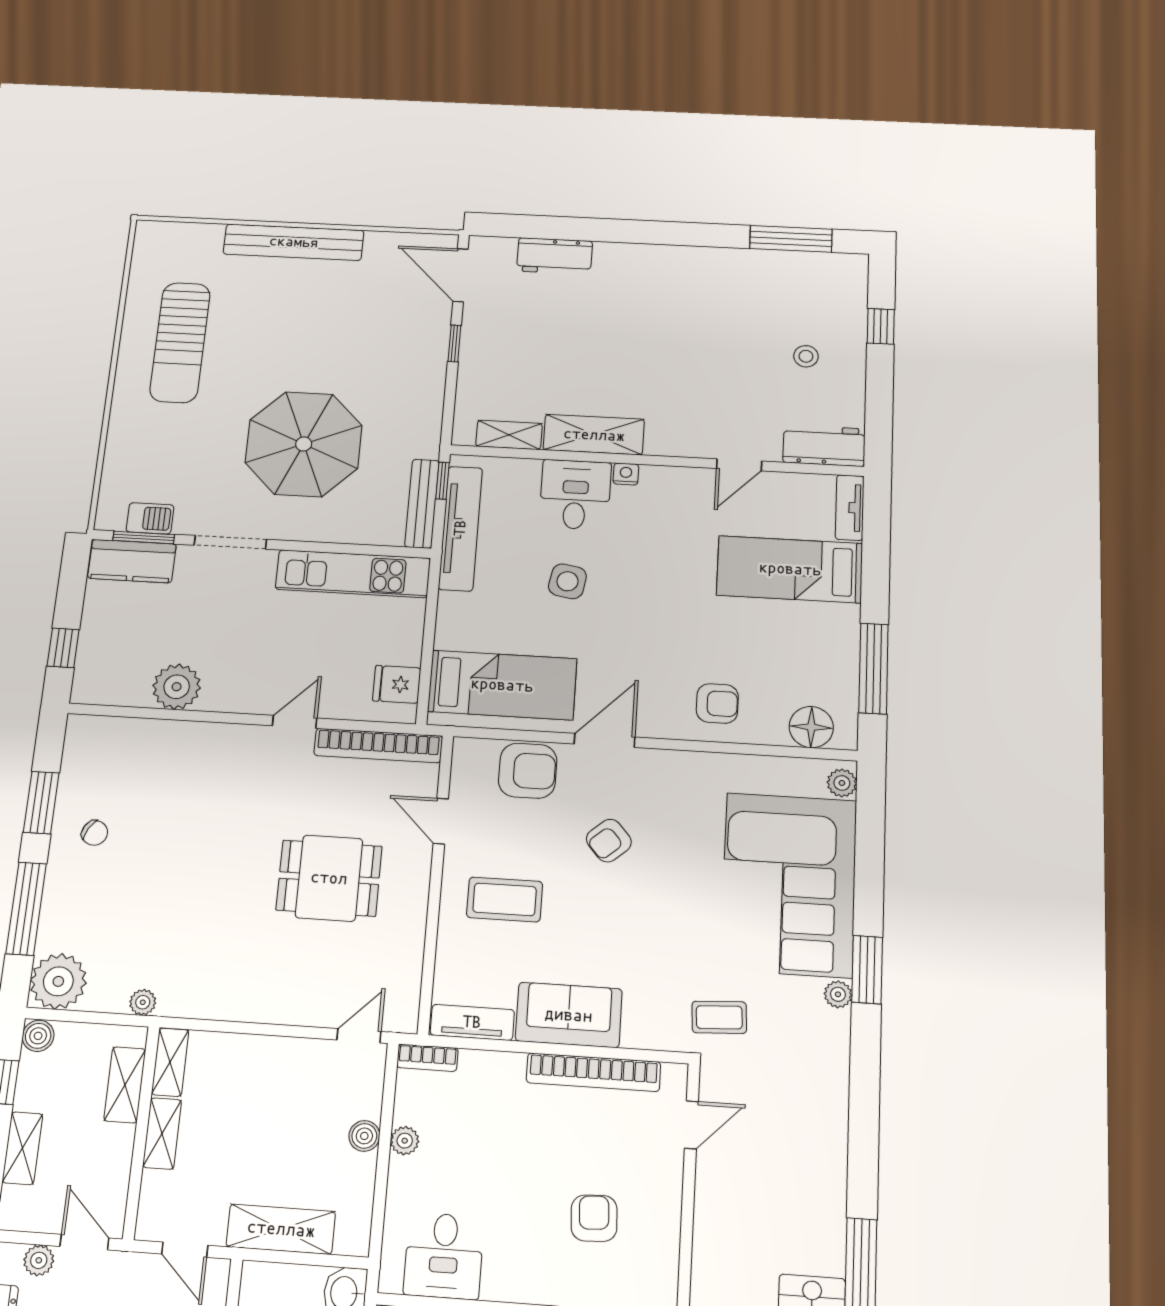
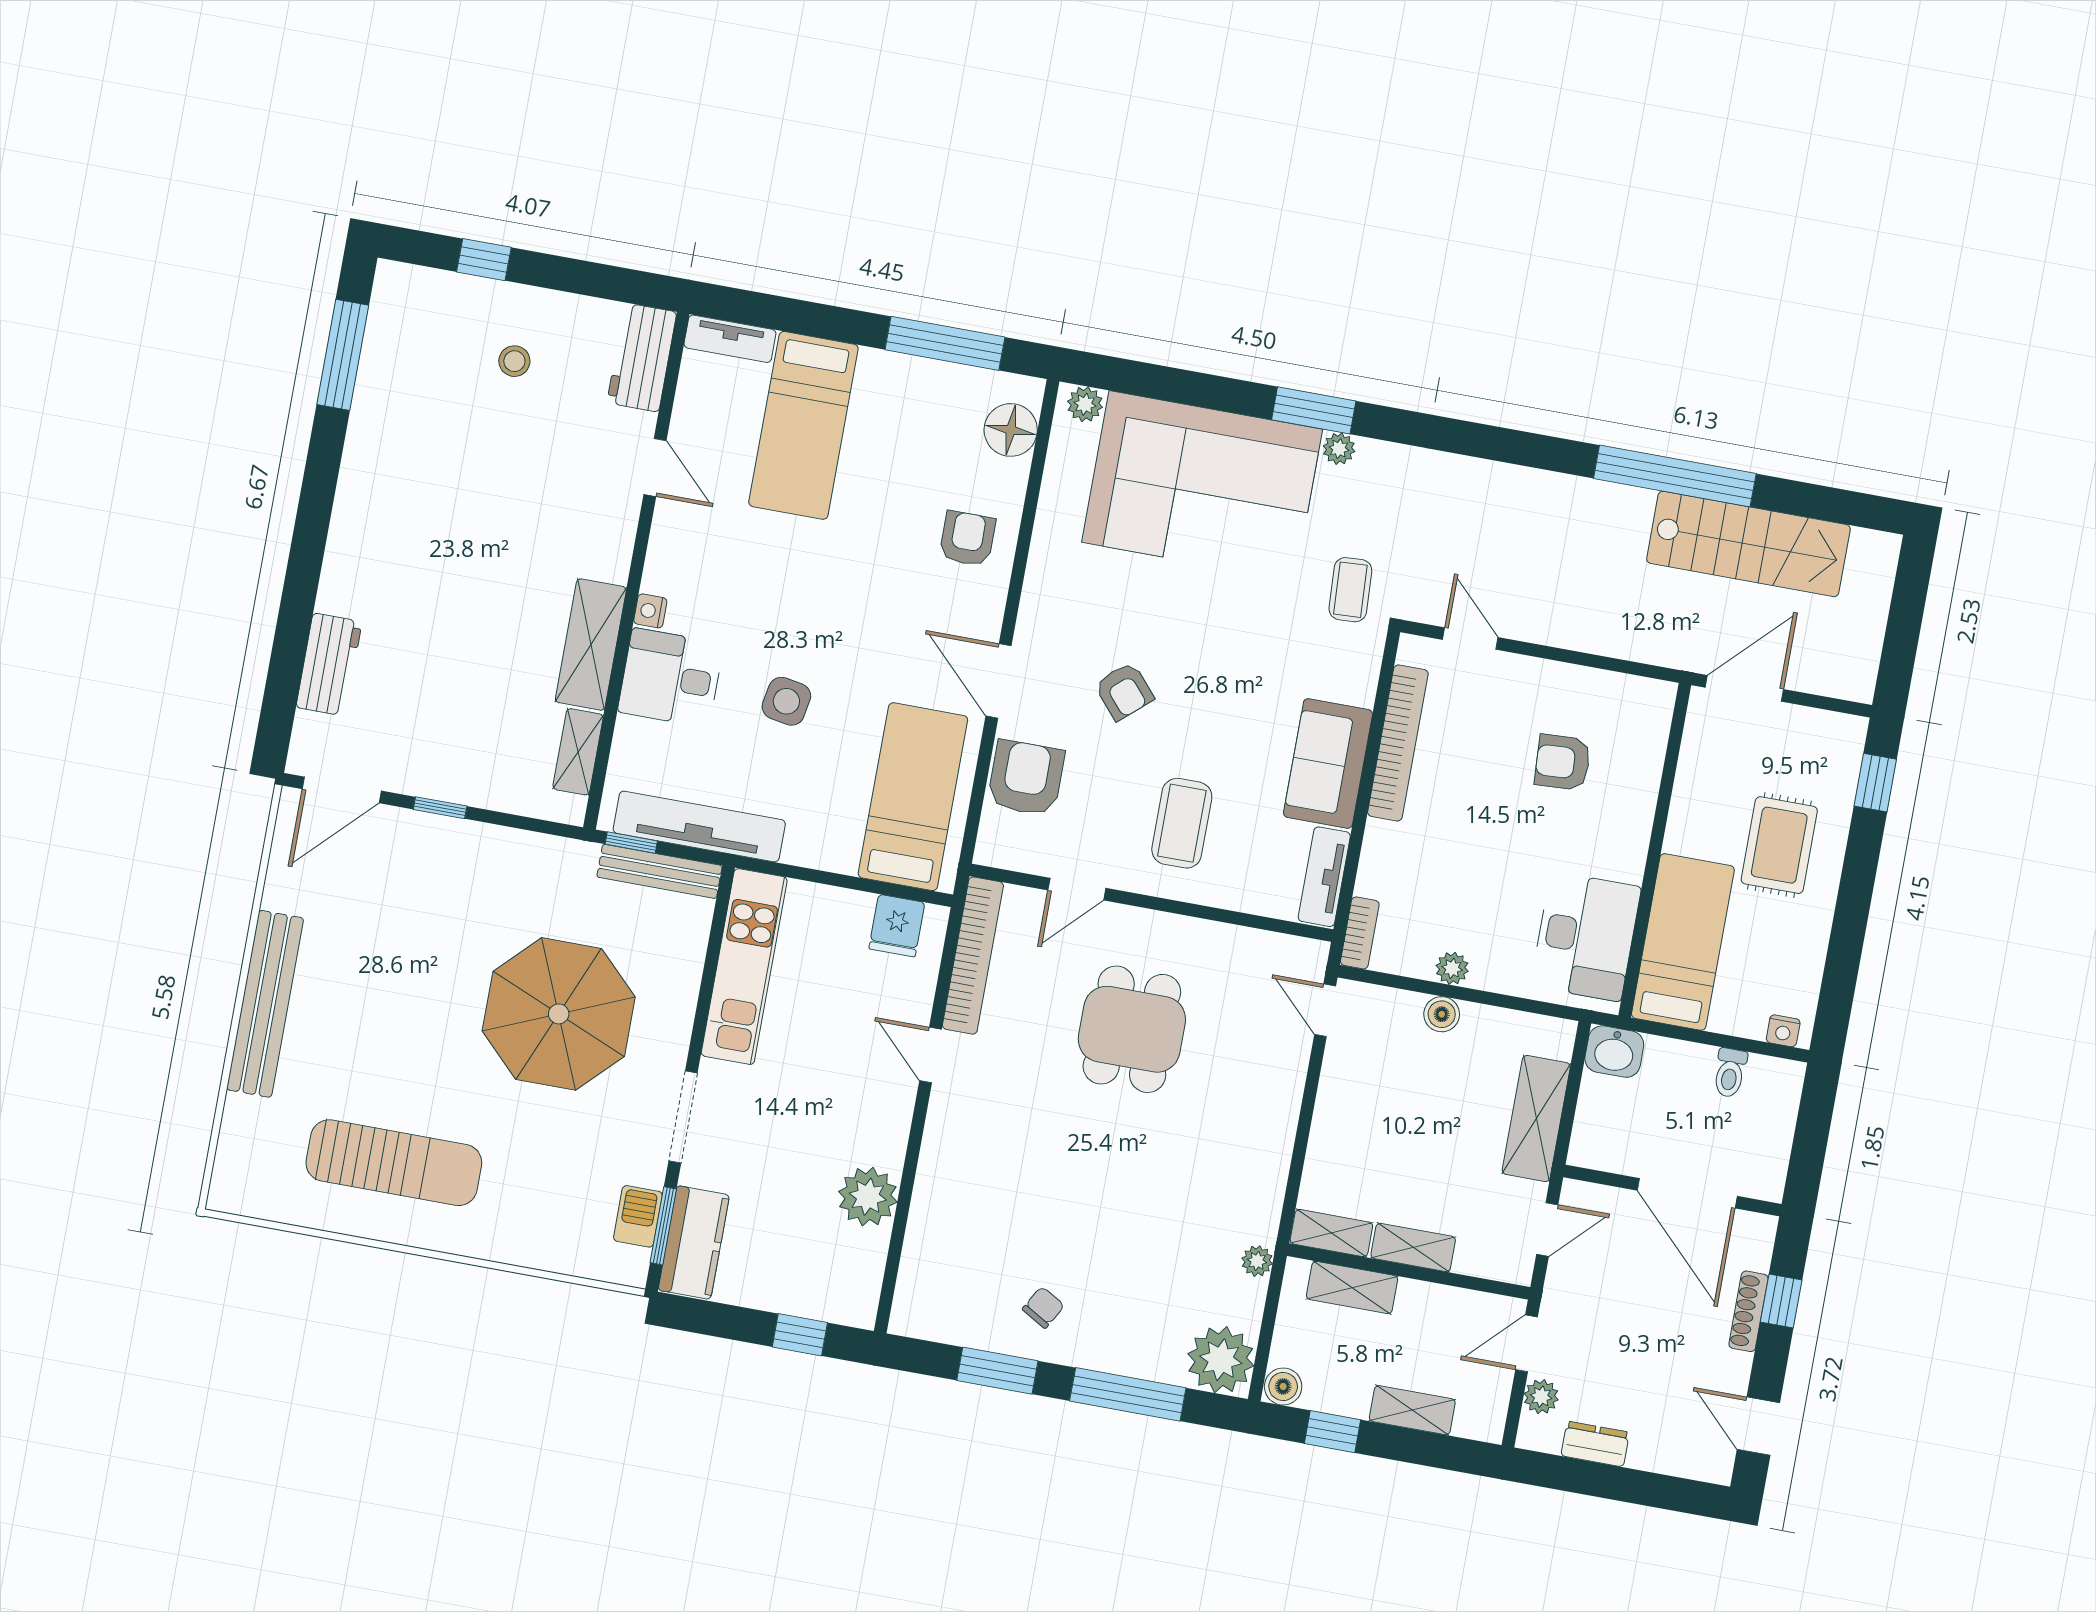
desk: (444, 1256) -> (1586, 936), width x1.37

